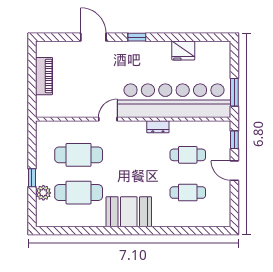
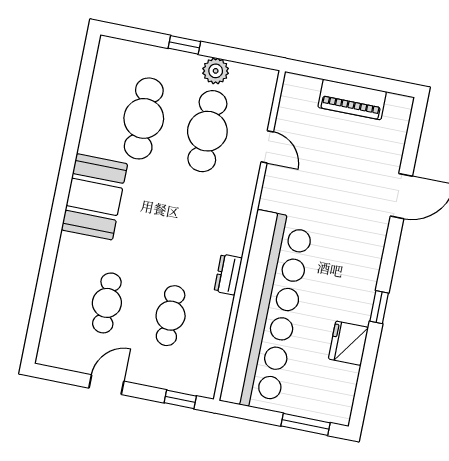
window: (137, 37) -> (379, 307), moved
window: (234, 92) -> (306, 424), moved
door: (108, 119) -> (267, 147), moved
door: (234, 171) -> (106, 385), moved
plant: (43, 193) -> (216, 71), moved

